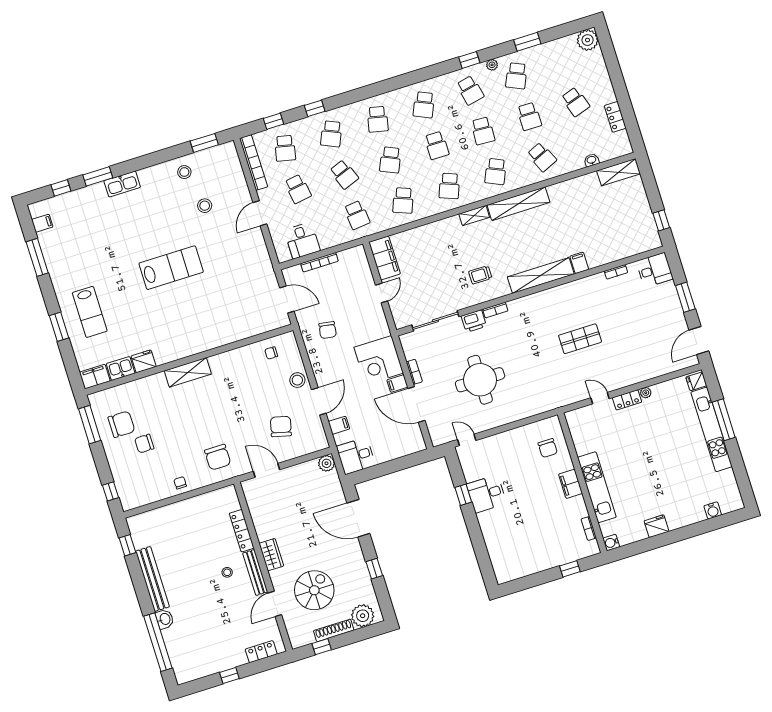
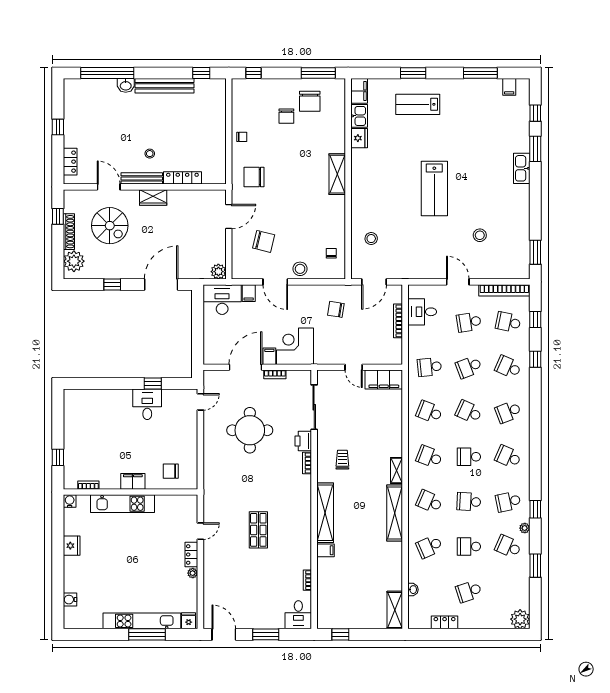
school desk: (378, 119) -> (508, 412), turned -33
stool: (184, 172) -> (371, 239), moved
chair: (144, 444) -> (286, 116), turned 180
desk: (356, 456) -> (222, 300), width x1.37

